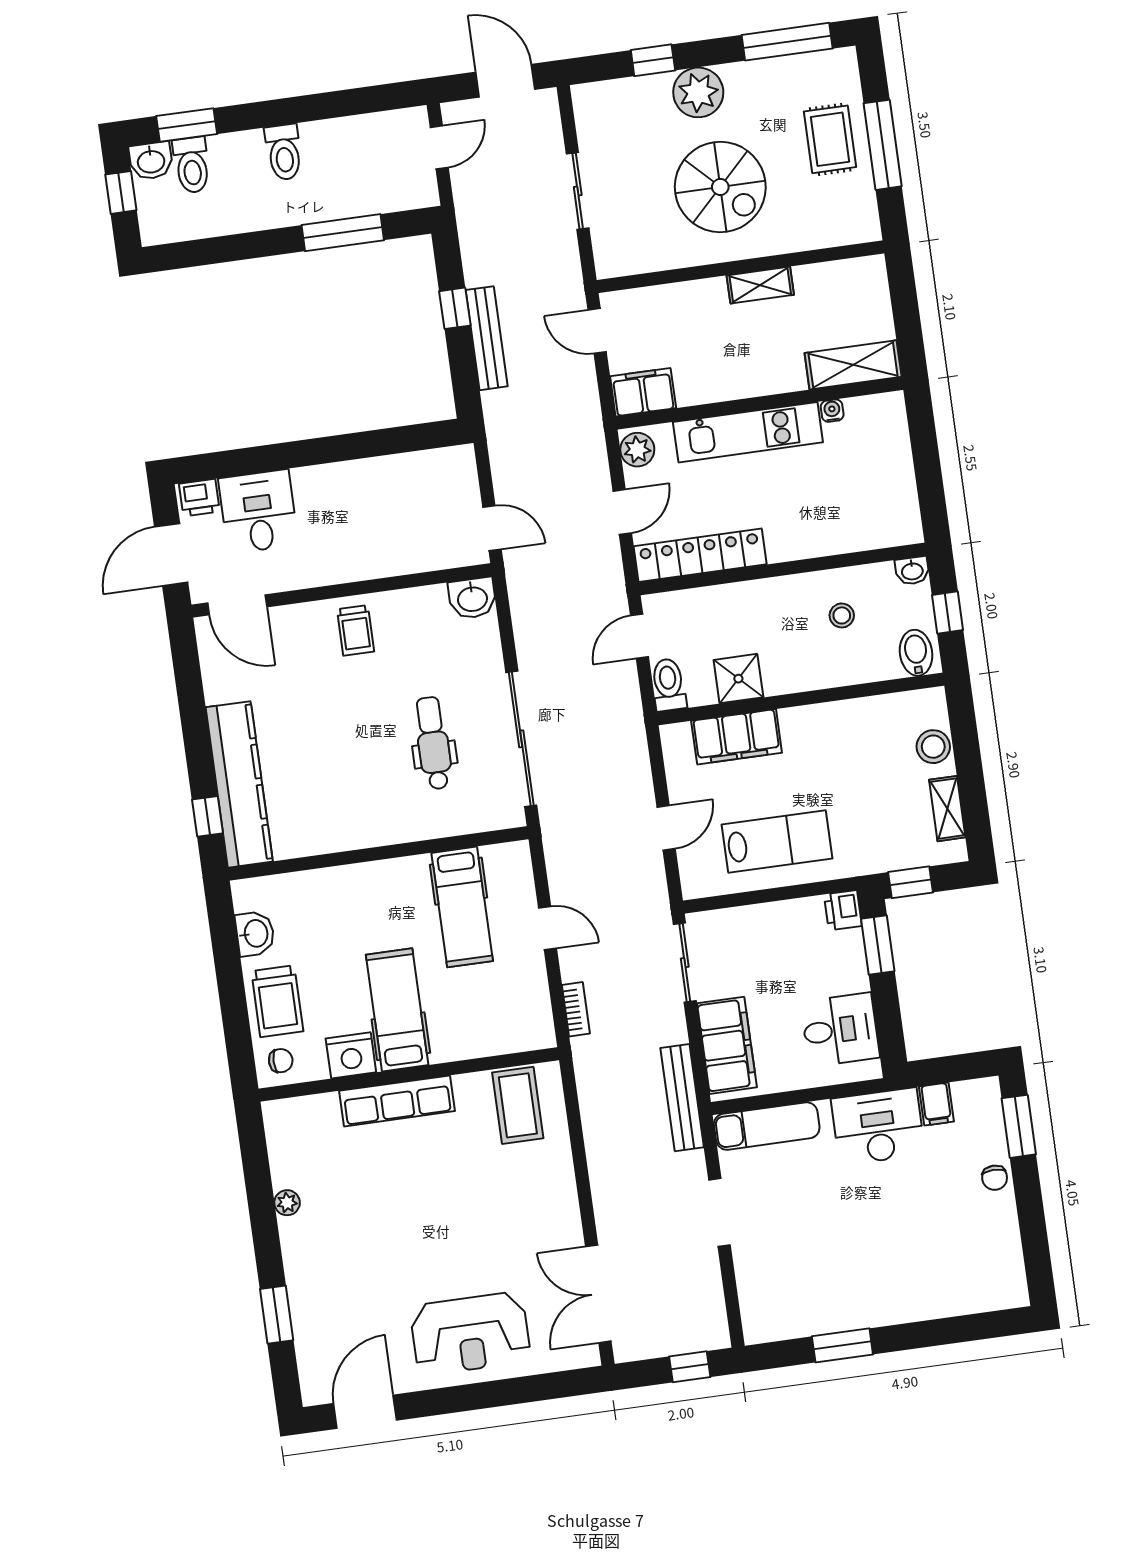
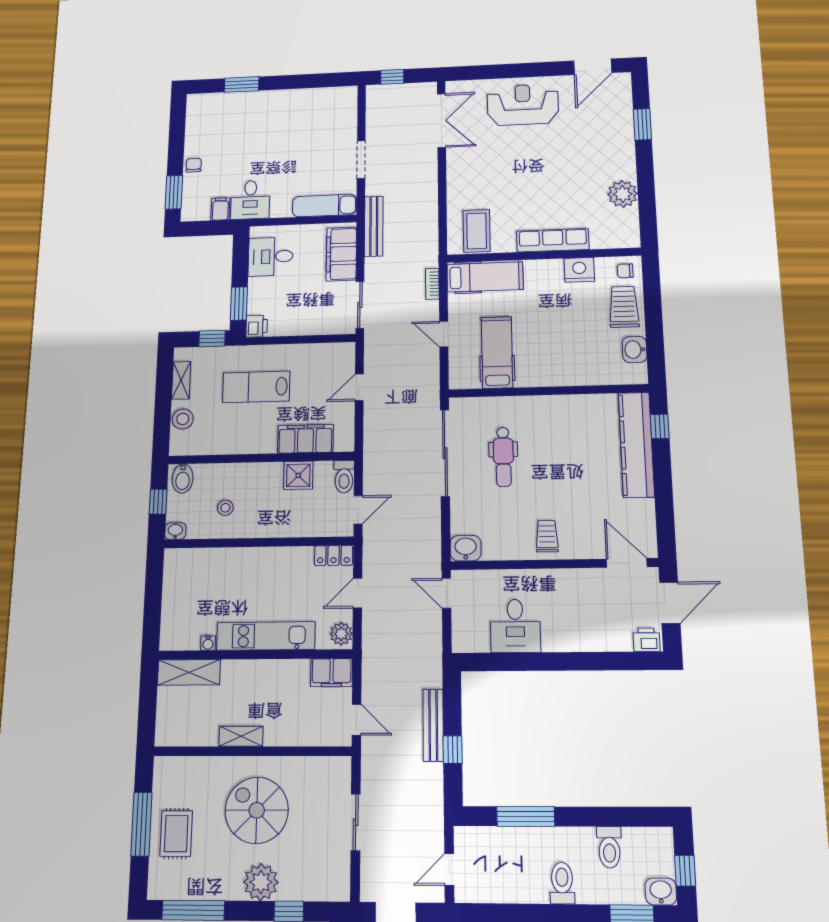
toilet: (192, 165) -> (609, 847), moved, turned 180
desk: (258, 512) -> (515, 626), moved
locker: (700, 555) -> (334, 555), width x0.46, depth x0.83
lab bench: (777, 841) -> (256, 387), moved
hospital bed: (397, 1010) -> (485, 277), moved, turned -90
desk: (878, 1126) -> (250, 200), width x0.73
plant: (287, 1203) -> (623, 194), width x1.88, depth x1.88
window: (842, 1345) -> (242, 84), moved

